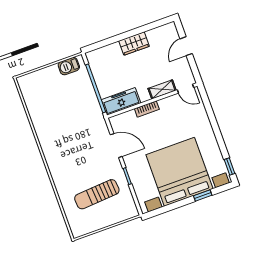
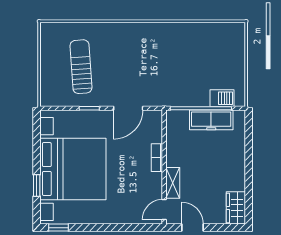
wardrobe: (134, 44) -> (236, 208), moved
door: (186, 46) -> (192, 228), moved
barbecue: (69, 66) -> (222, 98), moved, turned 90
freezer: (121, 101) -> (211, 120), moved, turned 90

